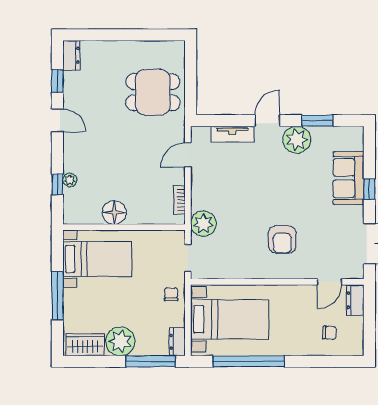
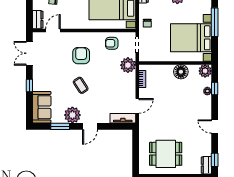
window: (57, 81) -> (215, 160), moved
dining table: (153, 92) -> (166, 154), moved
tv unit: (232, 134) -> (123, 118), moved
sofa: (348, 178) -> (42, 107), moved
coffee table: (283, 190) -> (81, 85), added
plant: (74, 214) -> (205, 71), added
bed with nightstands: (97, 259) -> (191, 38), width x1.36
armchair: (231, 260) -> (112, 43), added

